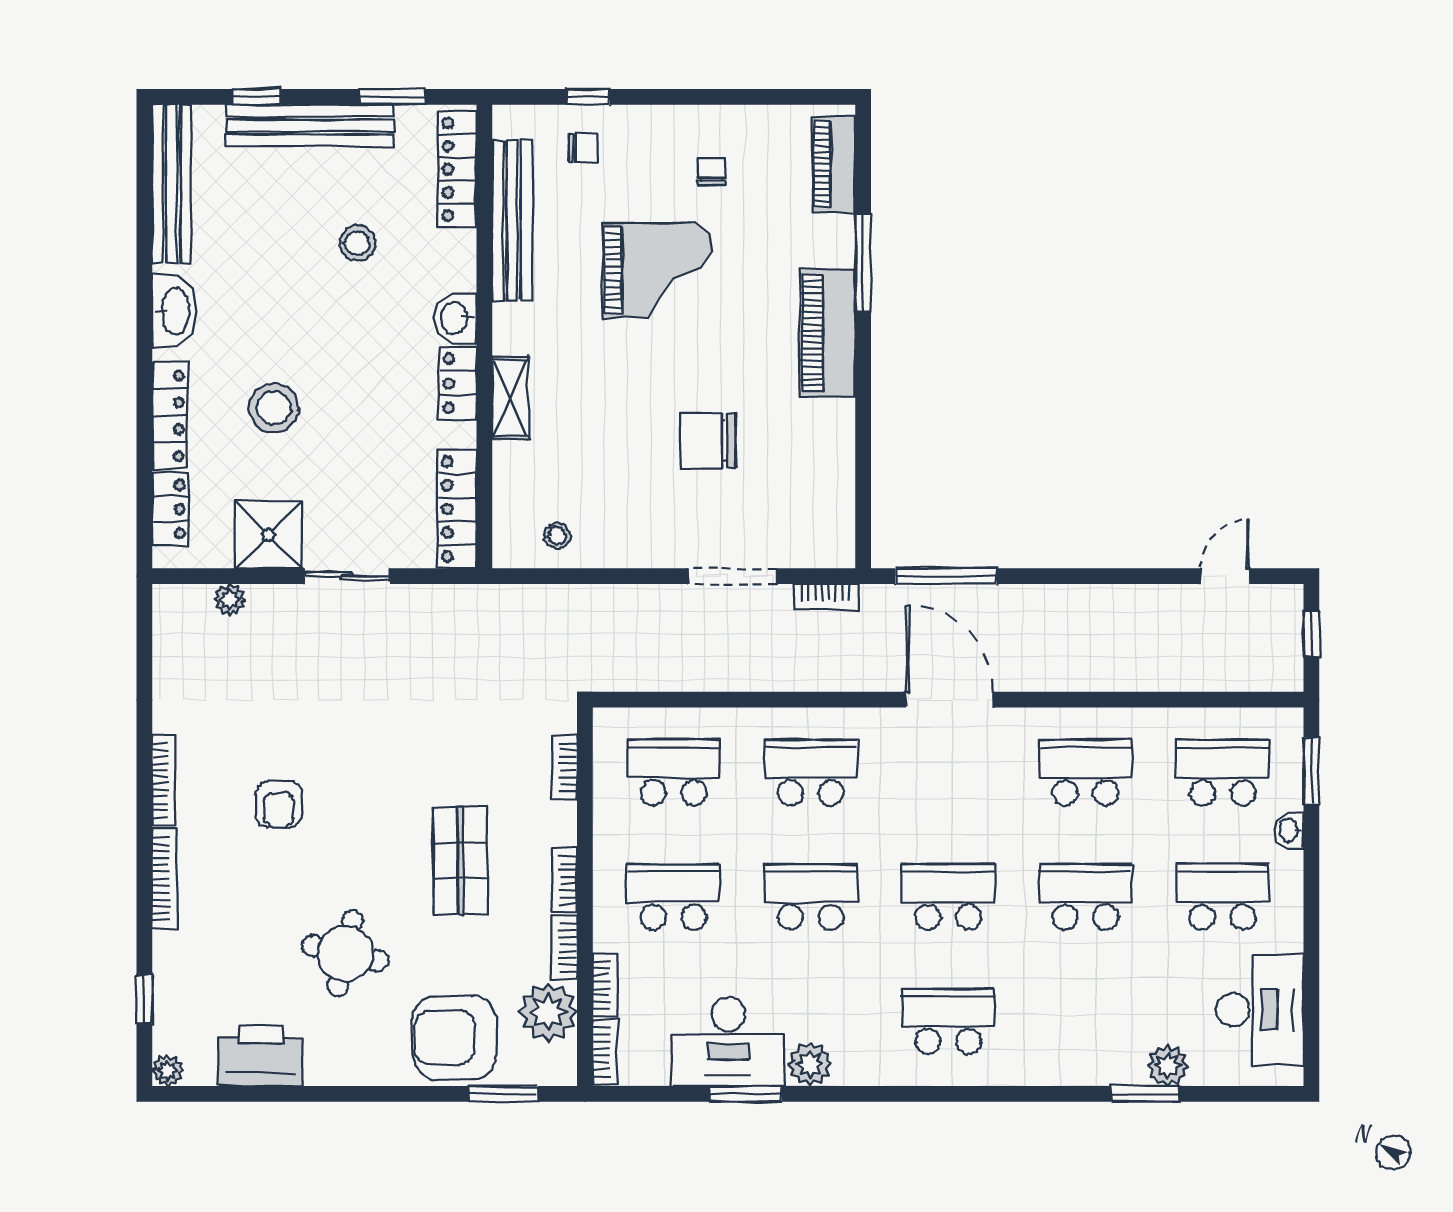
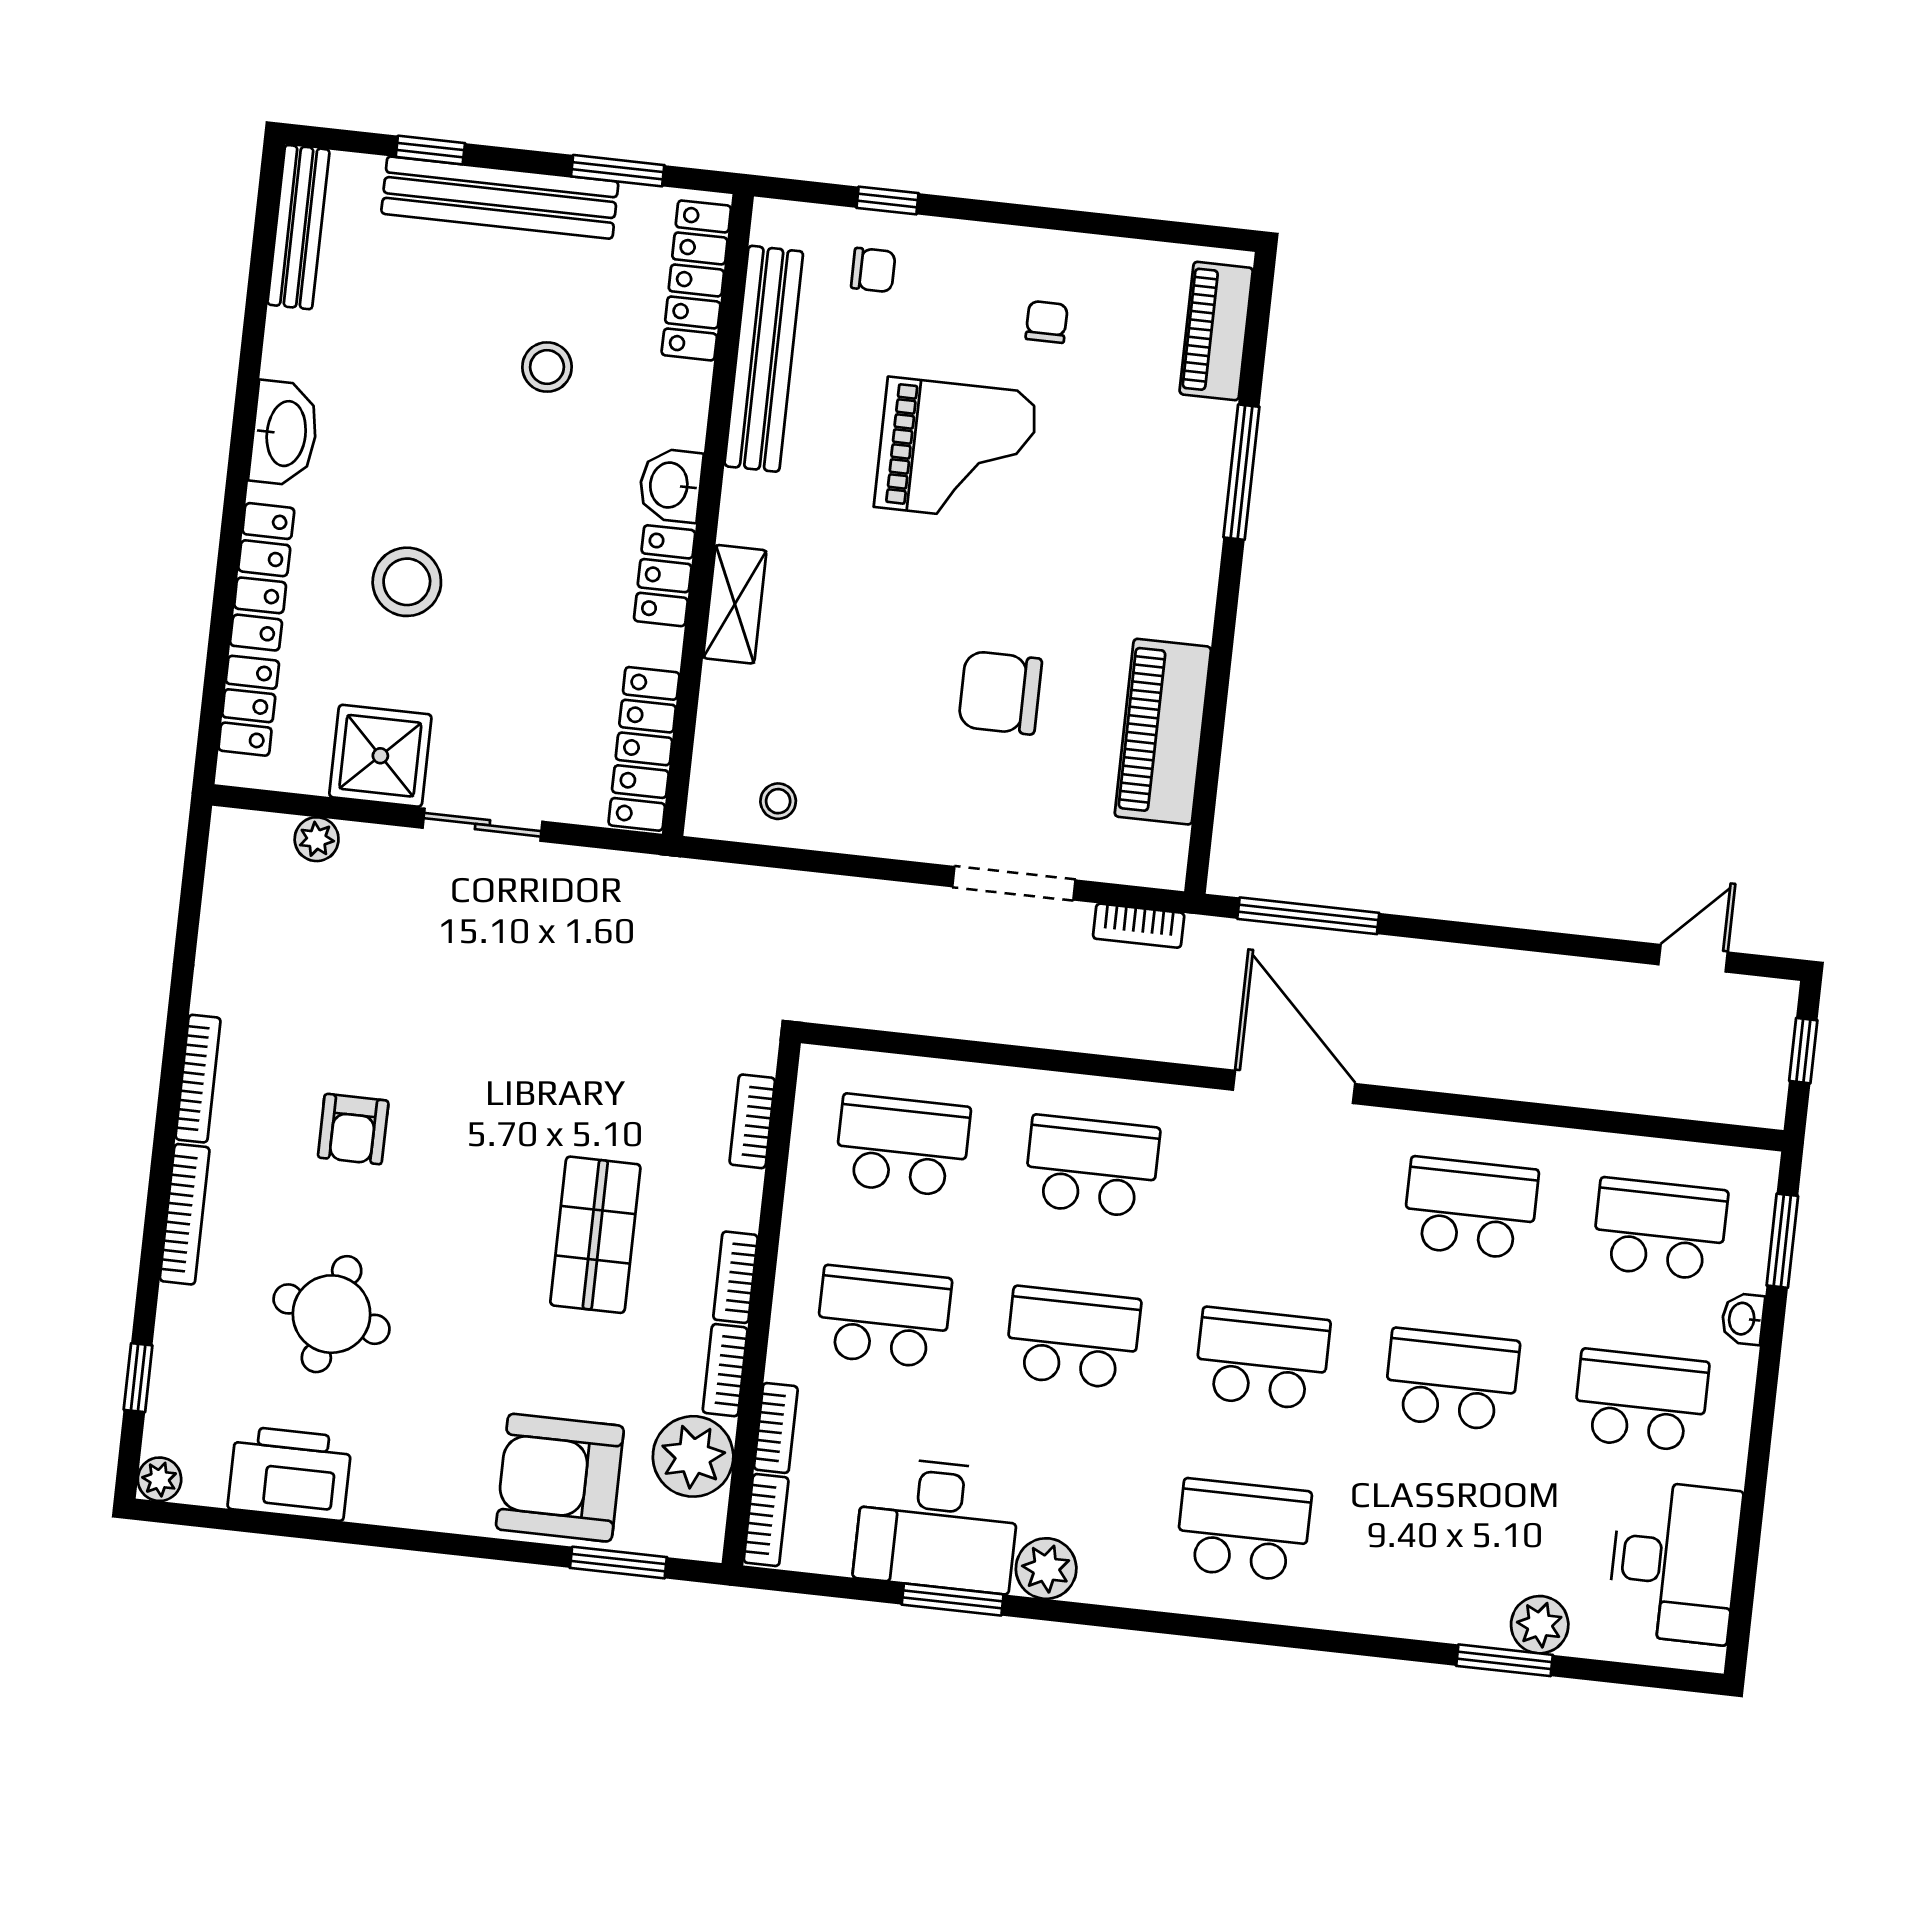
bench: (172, 184) -> (299, 227), width x0.73, depth x0.82
piano: (827, 333) -> (1163, 732), moved
round table: (345, 953) -> (332, 1314), moved

